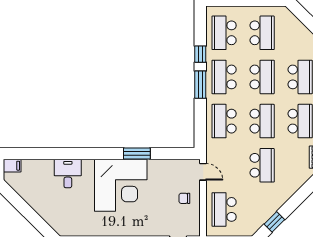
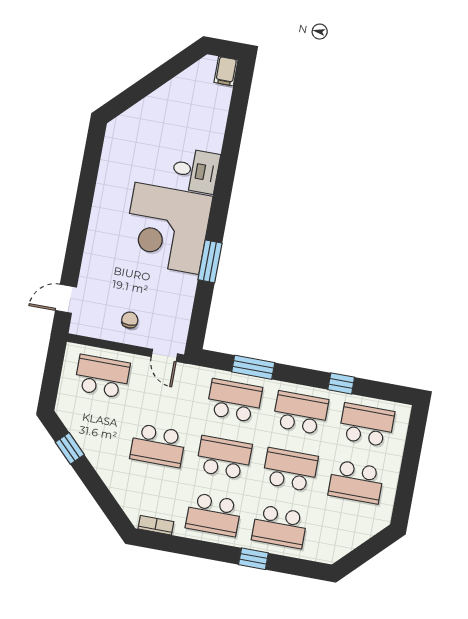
school desk: (262, 77) -> (290, 470), turned 180
window: (200, 85) -> (253, 367), moved
school desk: (262, 121) -> (224, 458), turned 180
door: (203, 172) -> (164, 355), hinge flipped
desk: (68, 174) -> (196, 171), moved

